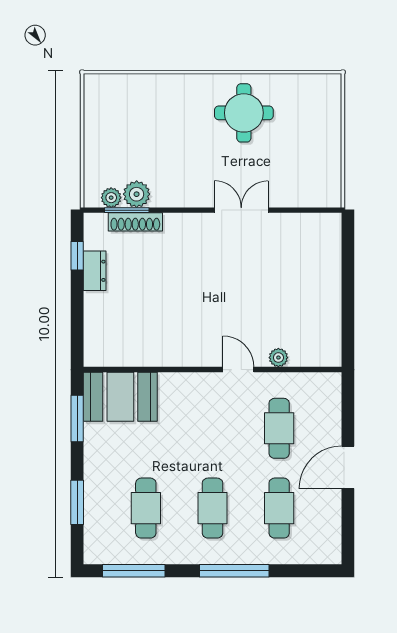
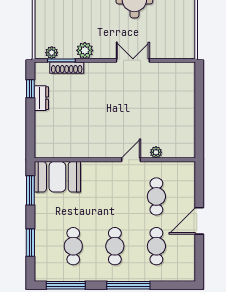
plant: (137, 194) -> (85, 50), moved
door: (238, 370) -> (131, 160), hinge flipped

